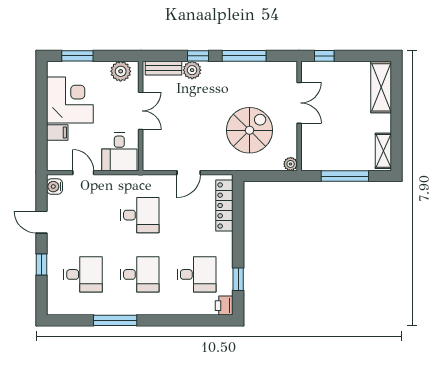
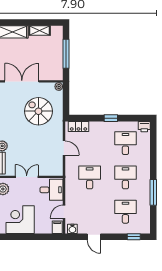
double door: (299, 103) -> (22, 81), width x1.37
filing cabinet: (57, 132) -> (57, 227), moved
shelving: (383, 151) -> (39, 31), moved
locker: (224, 205) -> (79, 126), width x0.66
door: (42, 222) -> (94, 237), hinge flipped
window: (42, 265) -> (134, 237), moved
window: (238, 279) -> (111, 118), moved

